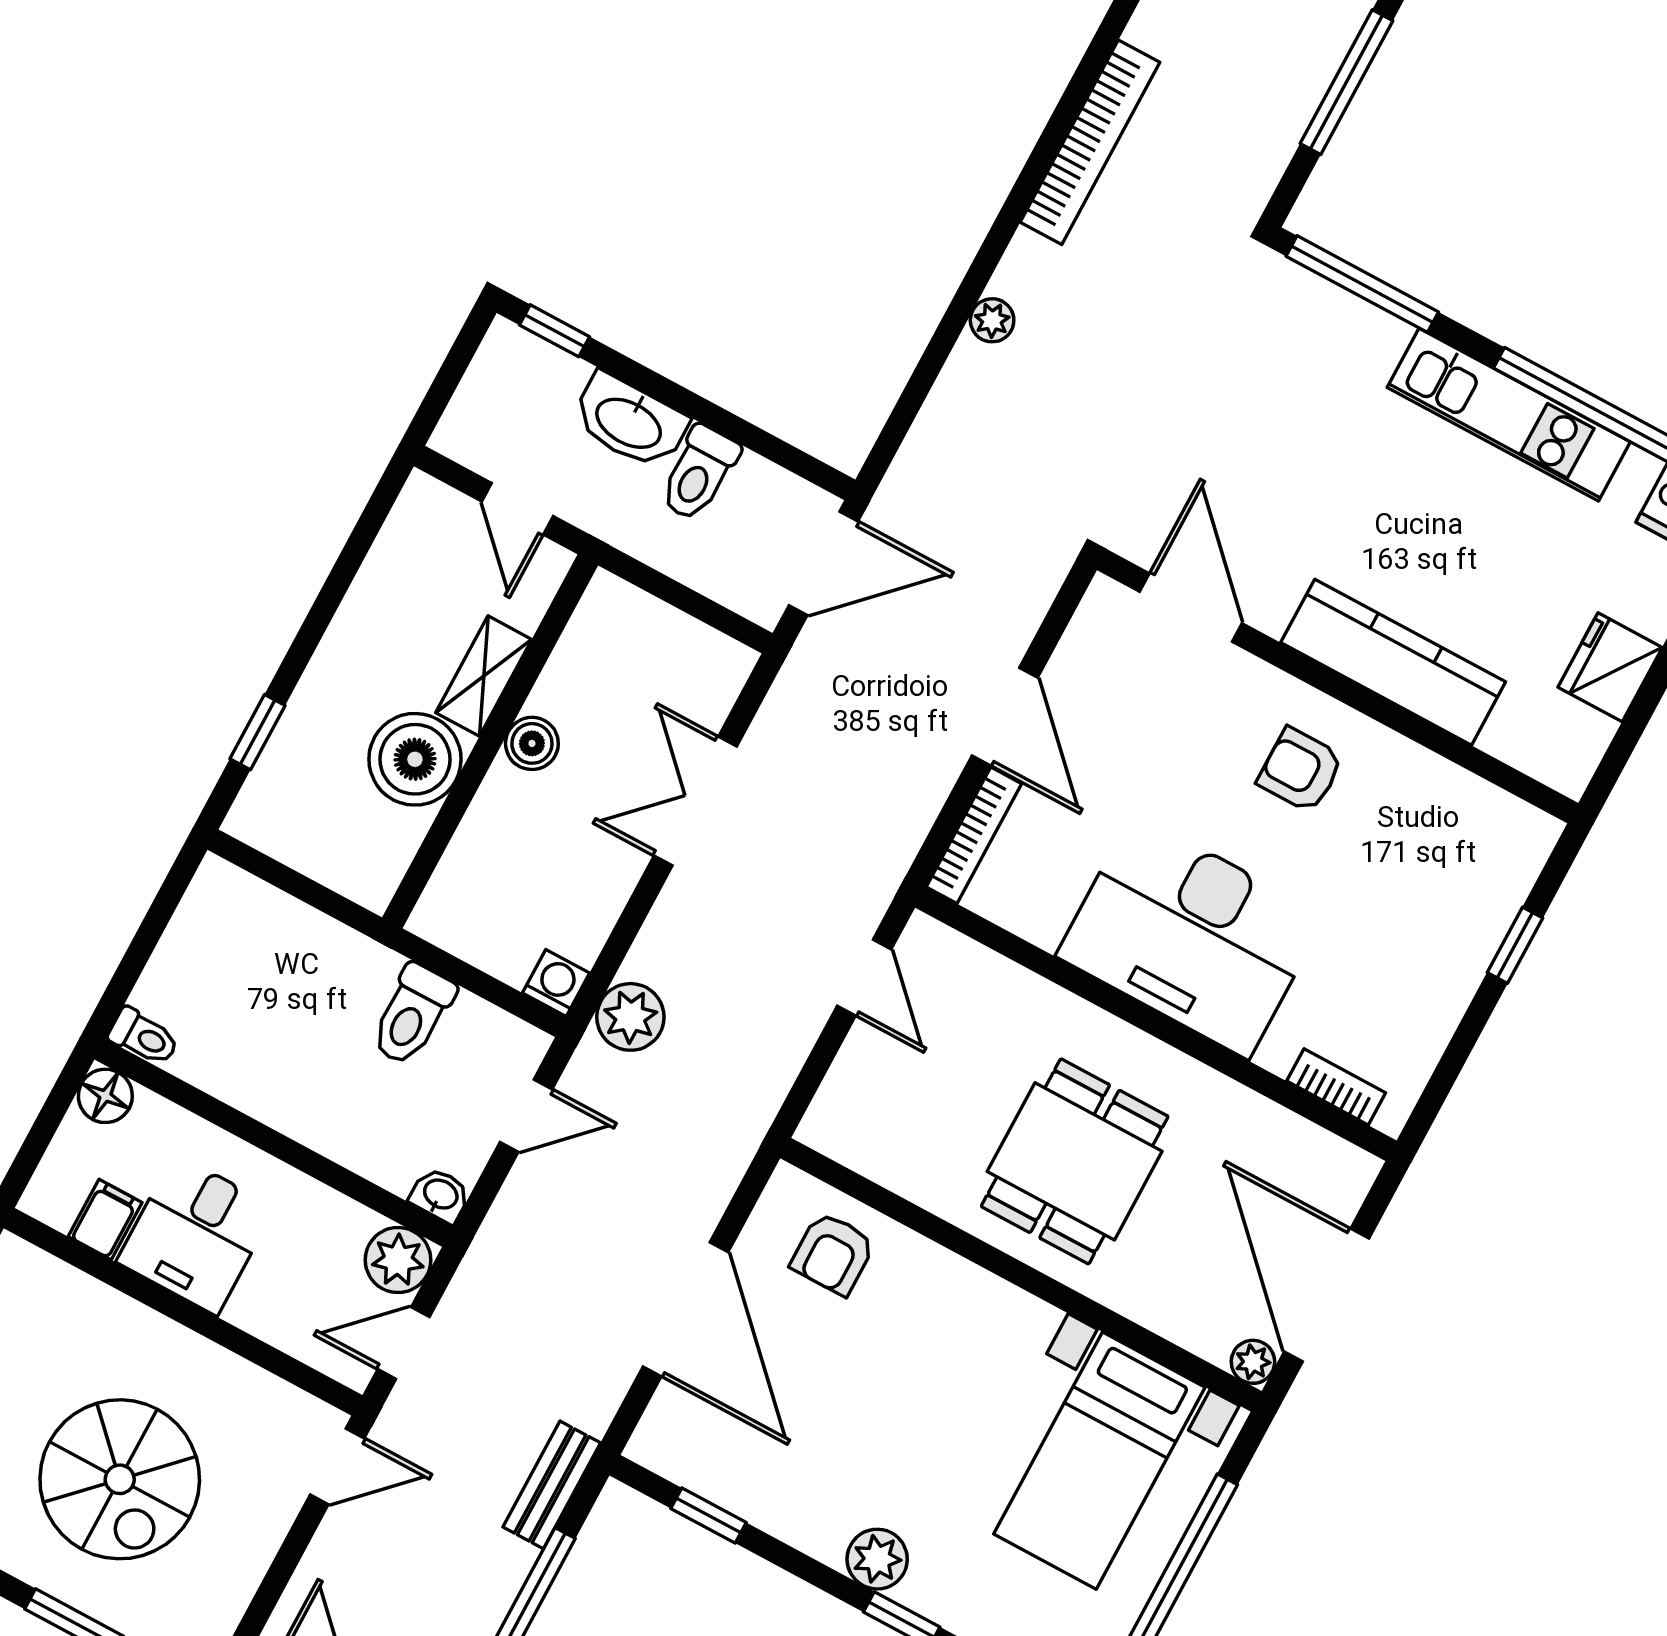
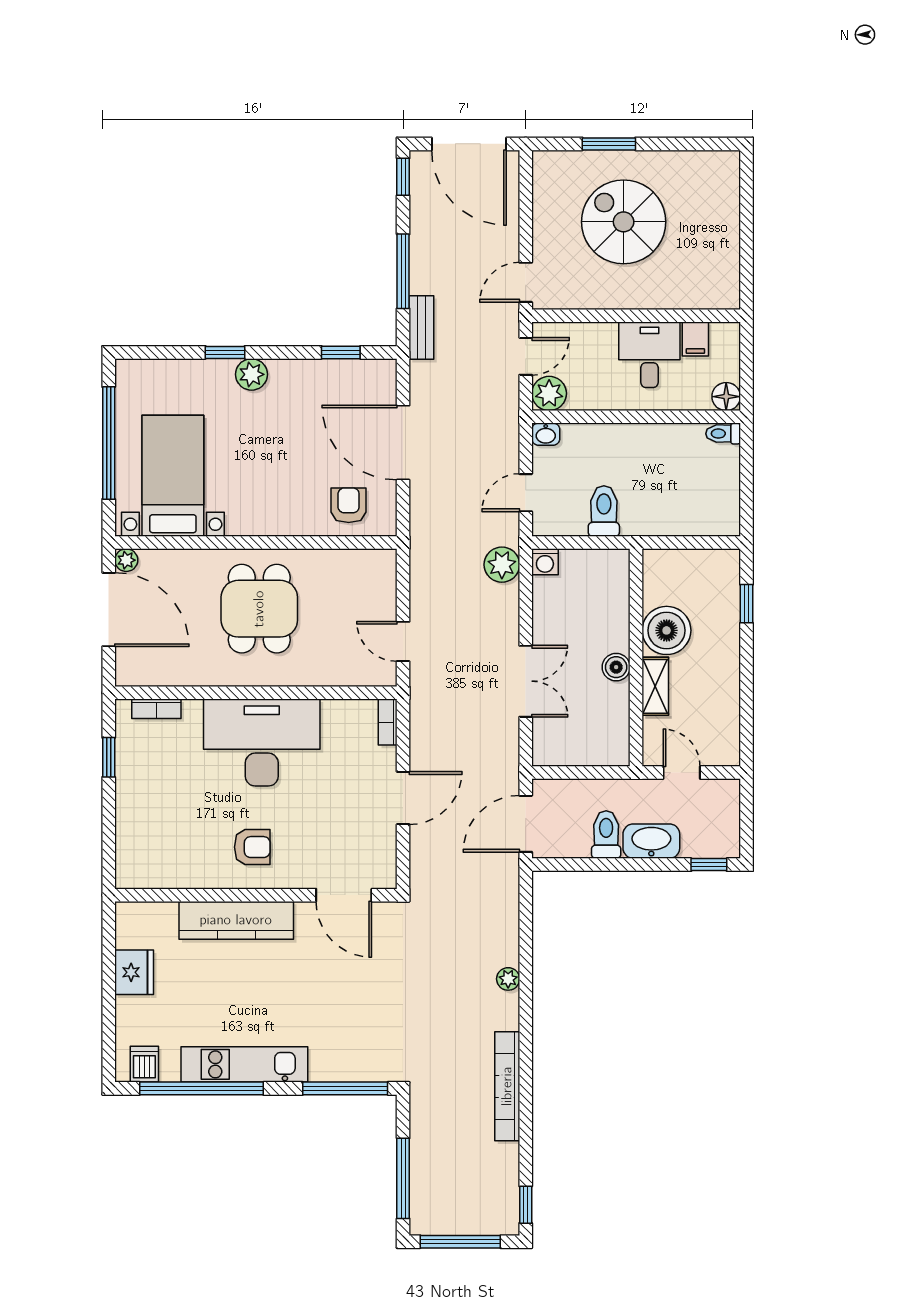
door: (1005, 716) -> (403, 798), swing flipped
bookcase: (974, 835) -> (388, 722), width x0.64
window: (1515, 945) -> (109, 757), moved

